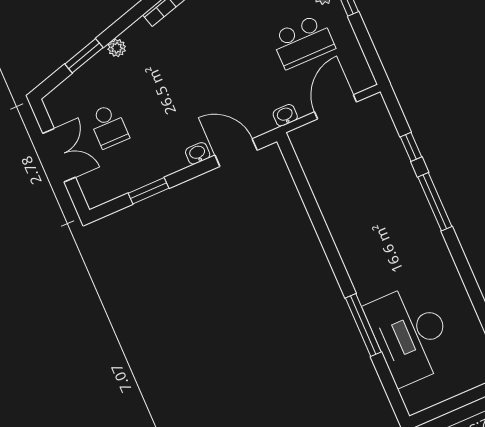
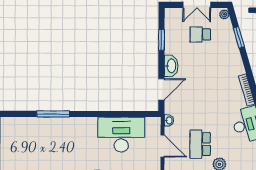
plant: (117, 48) -> (224, 14), moved
washbasin: (198, 153) -> (171, 66), width x1.91, depth x1.45
desk: (410, 334) -> (121, 135), moved

